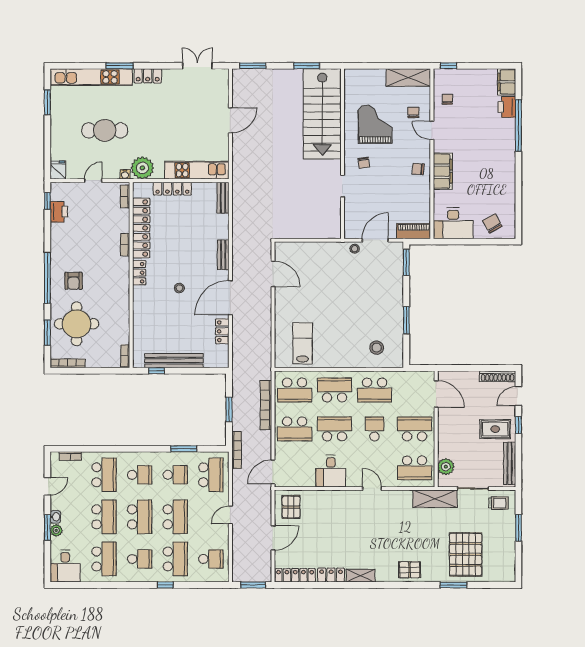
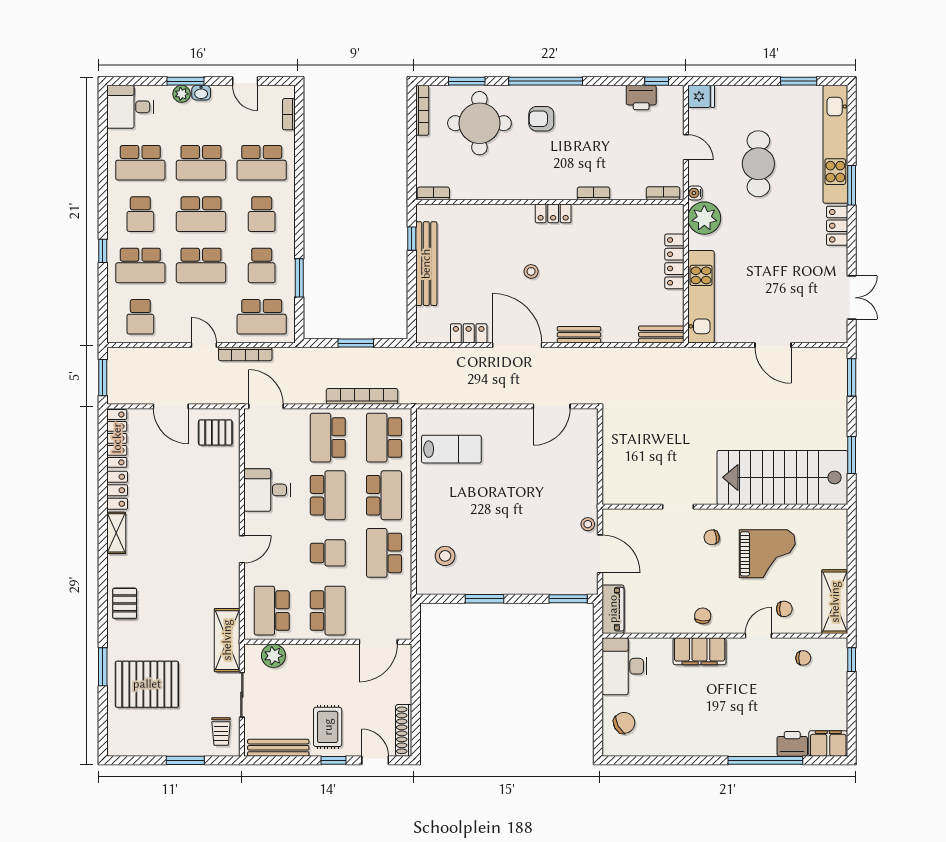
locker: (141, 228) -> (618, 216), removed
bookcase: (237, 450) -> (245, 354), moved

